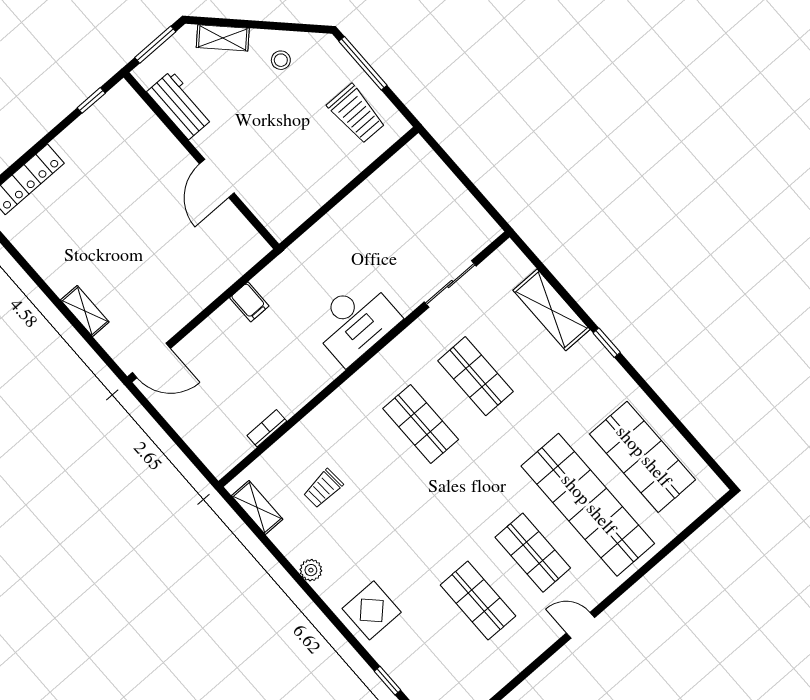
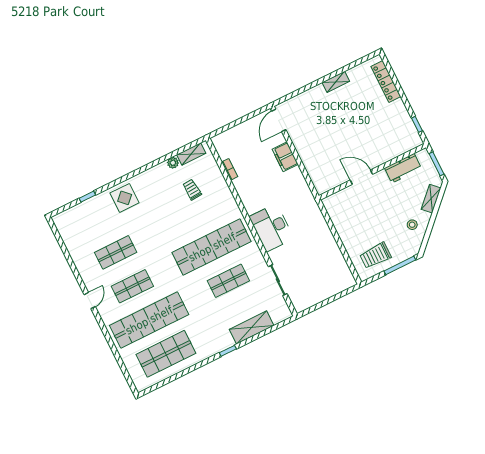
filing cabinet: (249, 302) -> (285, 157), moved, width x2.00
shelving: (85, 311) -> (336, 82), moved
shop shelf: (421, 424) -> (212, 247), width x2.00, depth x1.36
plant: (311, 570) -> (173, 163), moved

